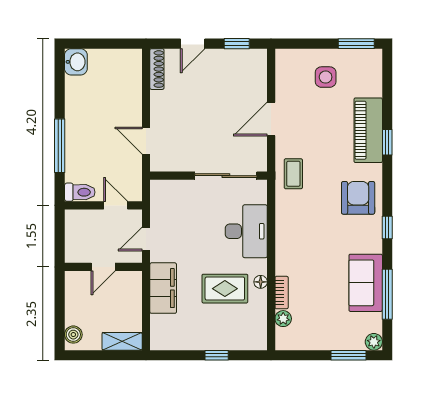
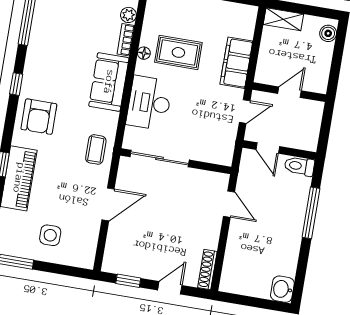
sofa: (366, 283) -> (109, 82), moved, turned 180

